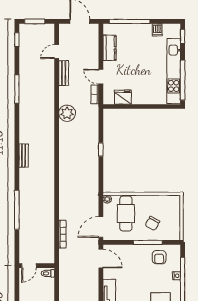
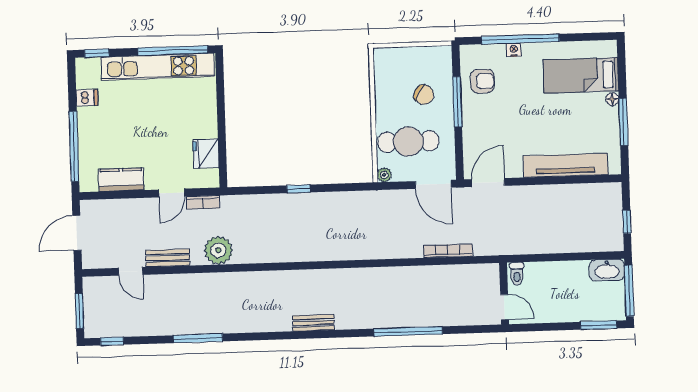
plant: (67, 113) -> (218, 250), moved

